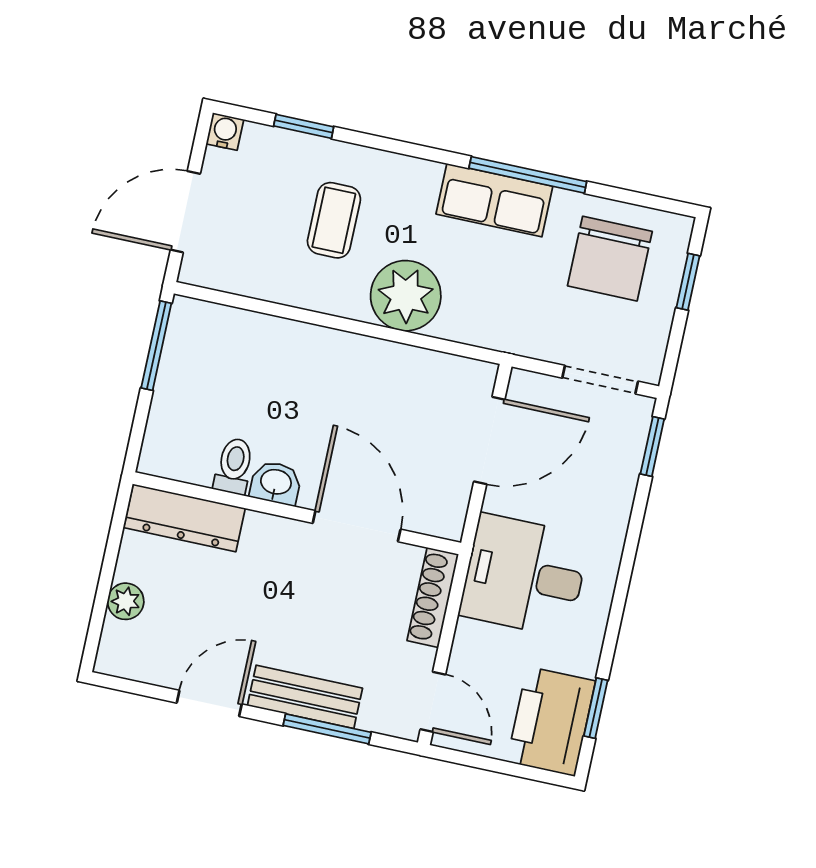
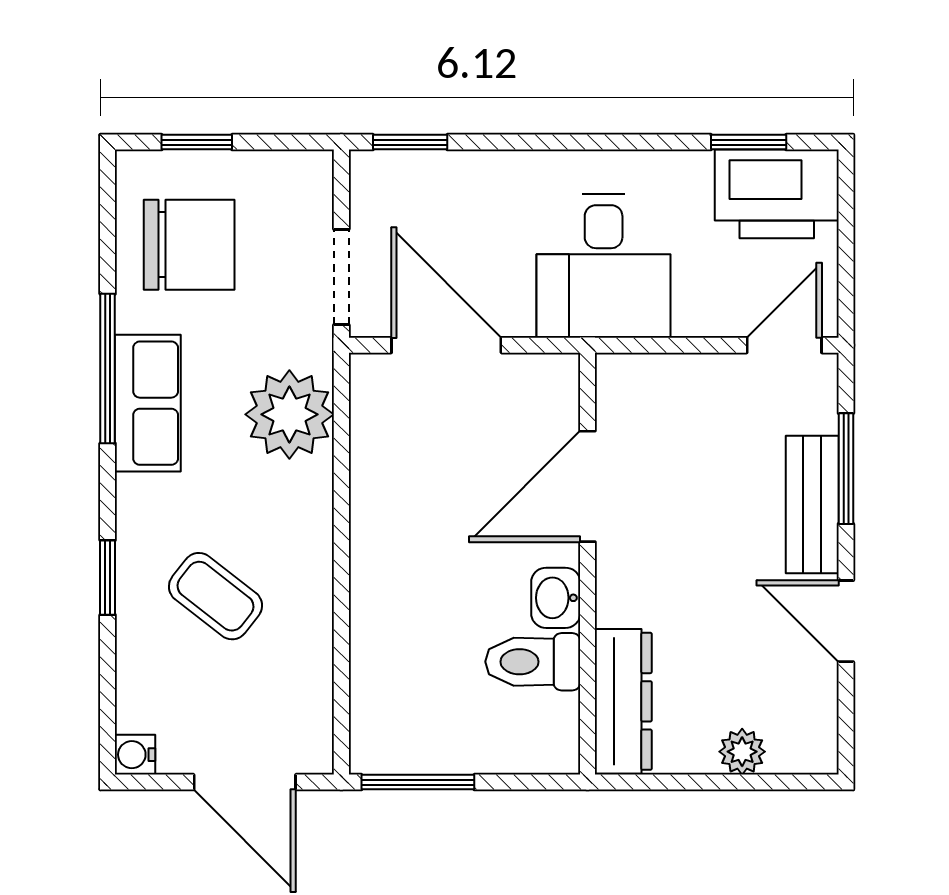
window: (304, 126) -> (108, 578), moved
coffee table: (334, 220) -> (215, 596), turned 38
plant: (406, 296) -> (289, 414), moved
doorway: (600, 380) -> (341, 277), moved
toilet: (234, 466) -> (533, 662), width x1.37, depth x1.39
shoe rack: (433, 597) -> (655, 373), removed

